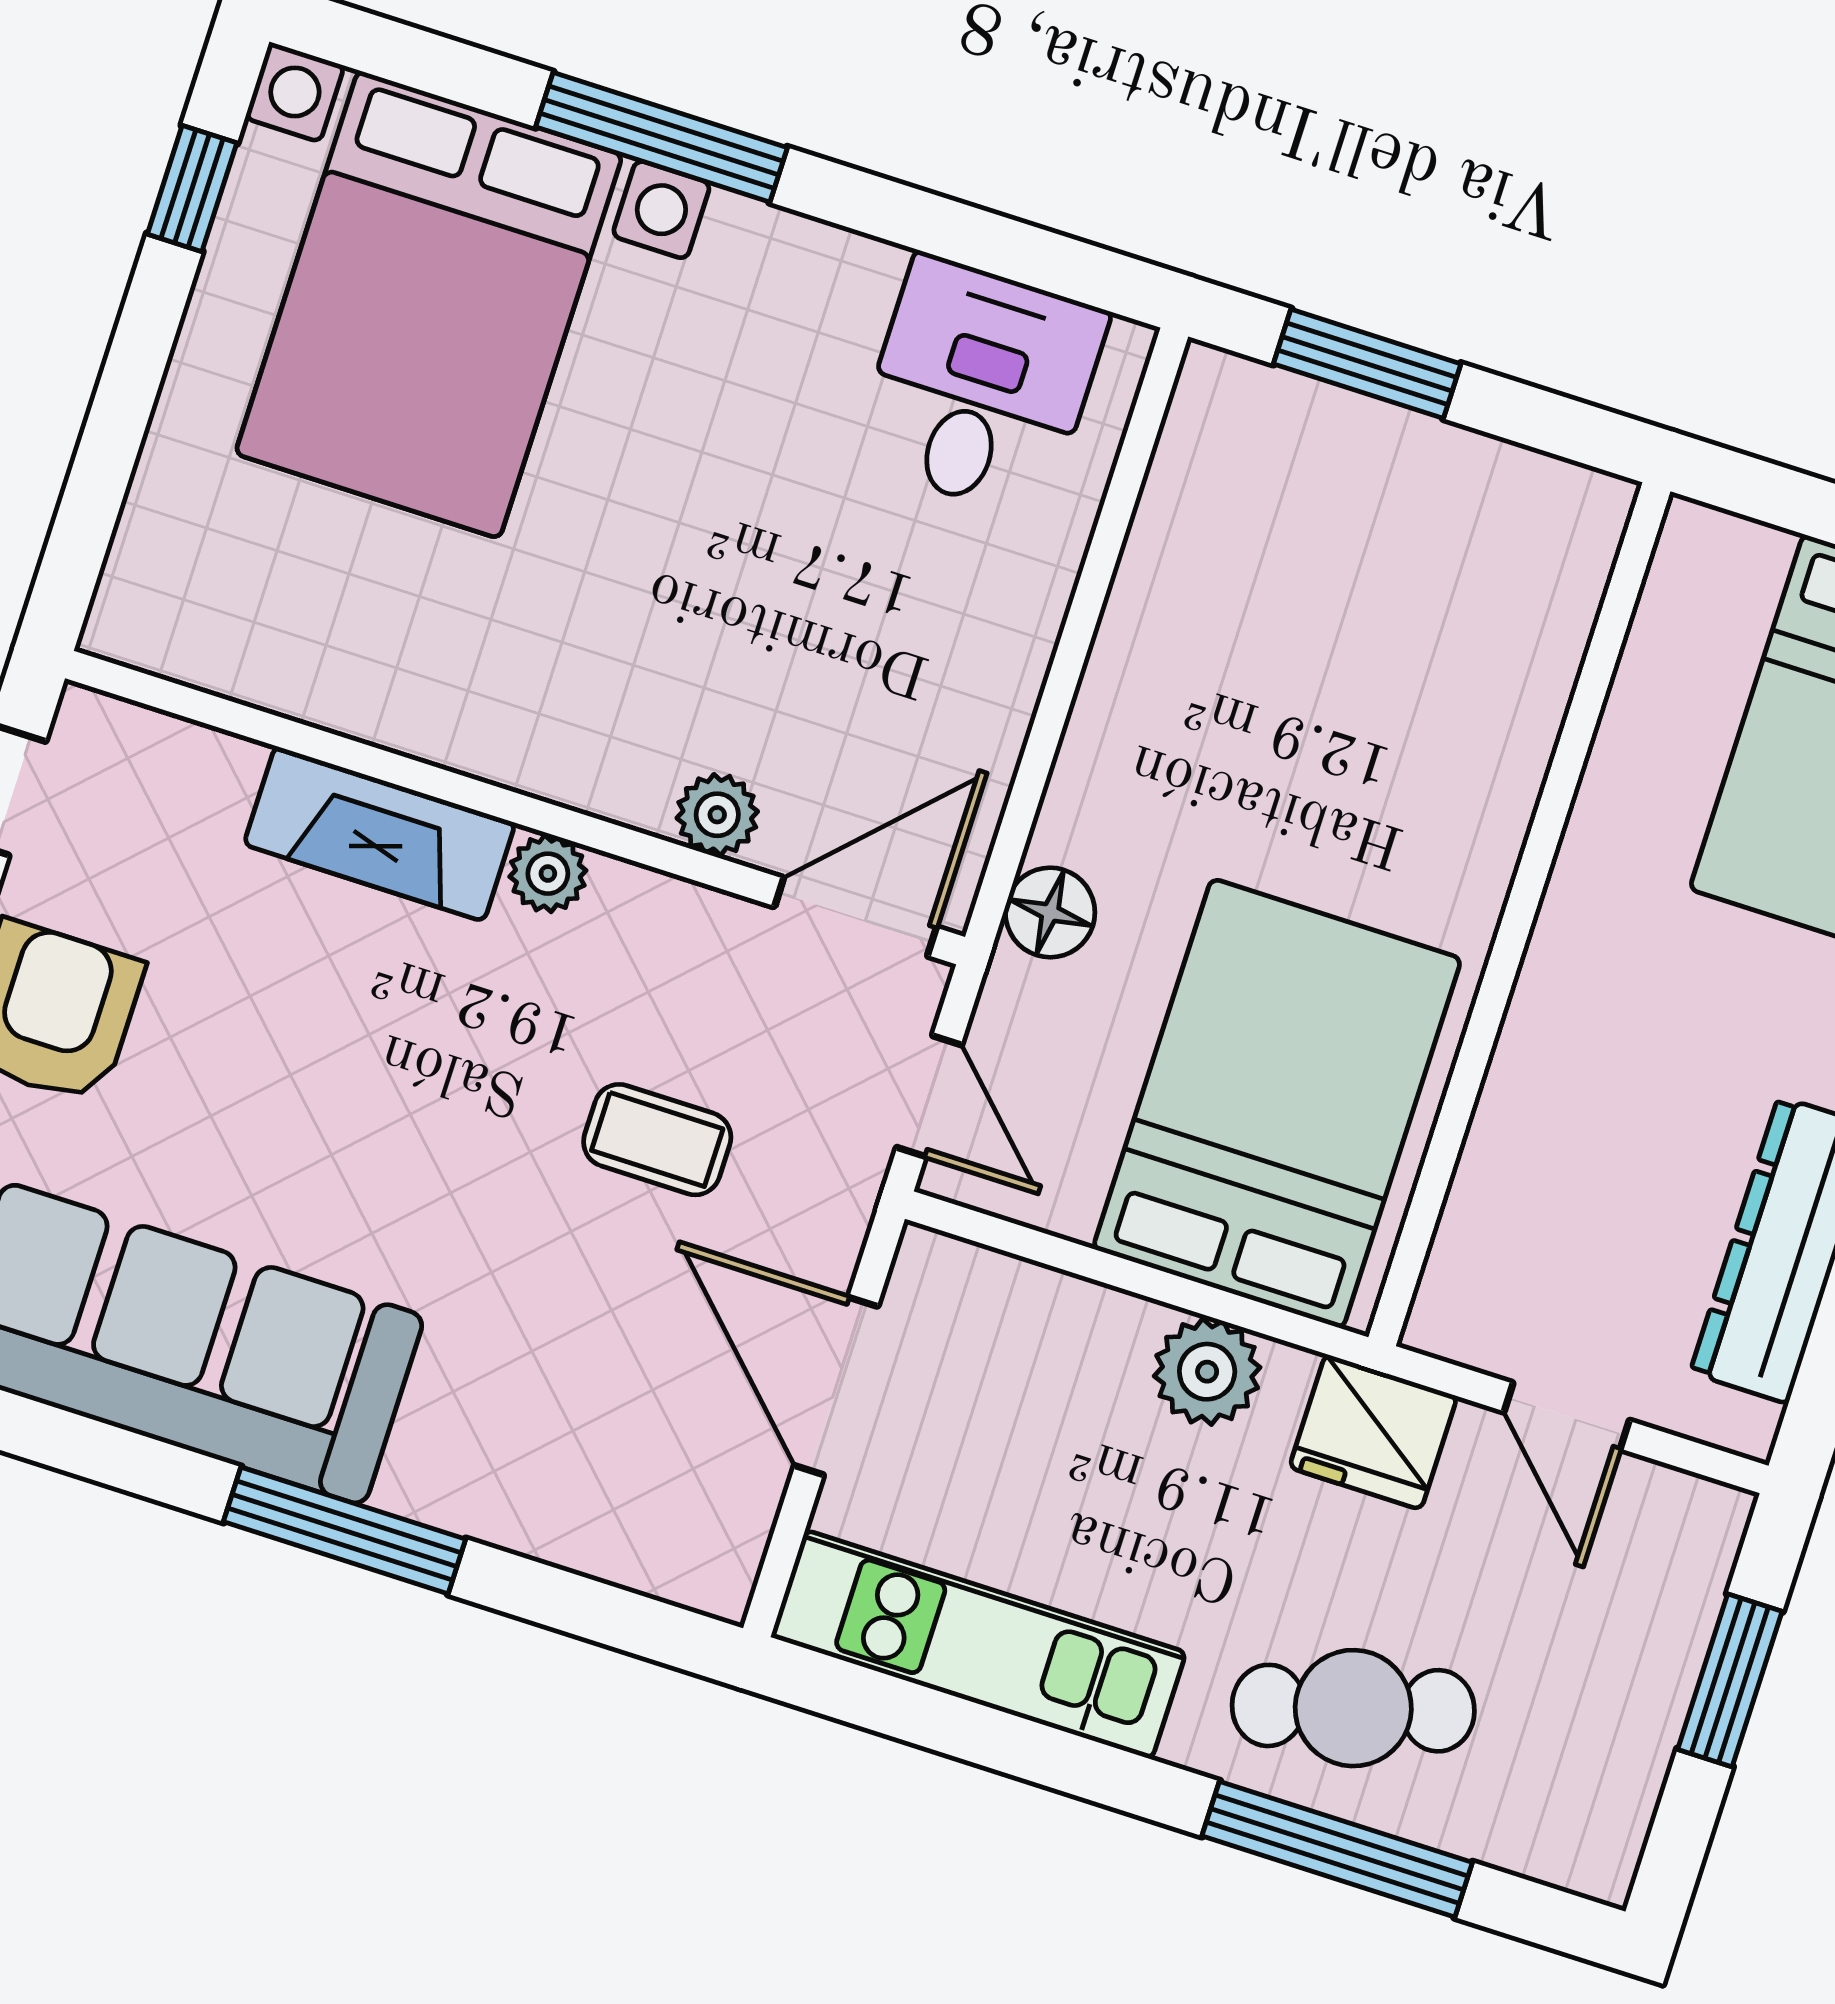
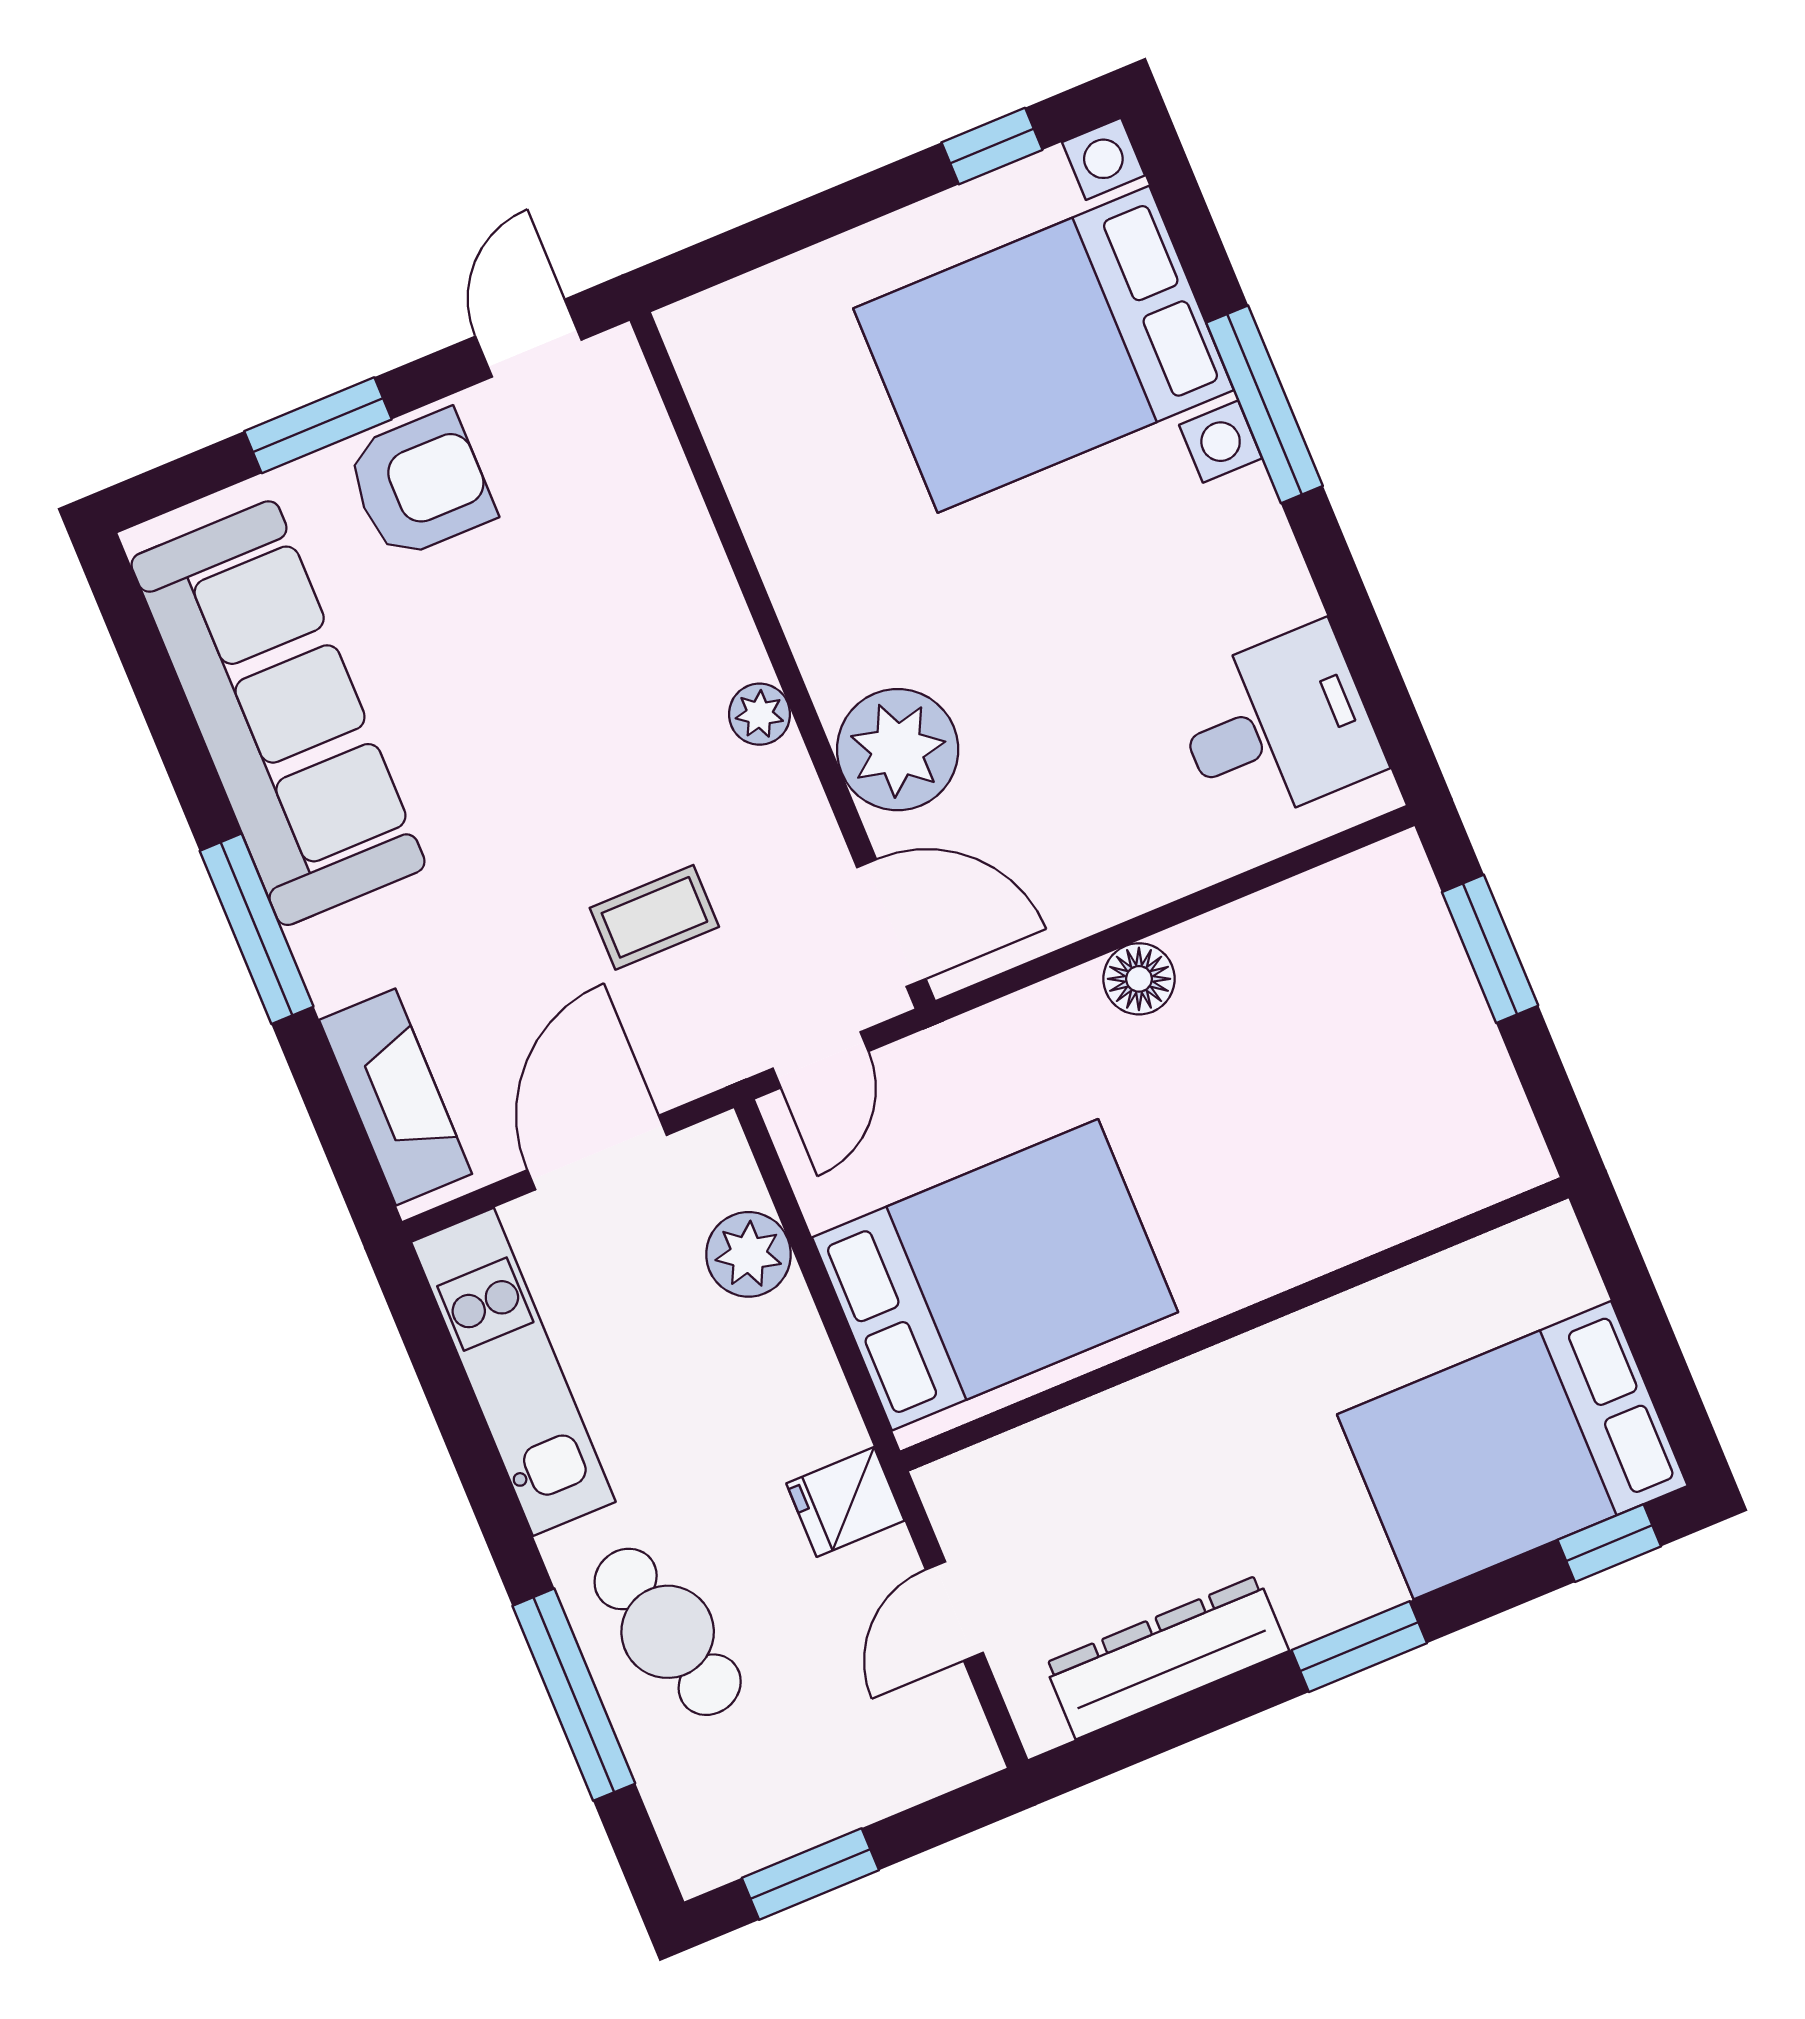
plant: (717, 815) -> (898, 750), width x1.87, depth x1.87
fireplace: (380, 834) -> (396, 1097), moved, turned 180
floor lamp: (1050, 912) -> (1139, 979), moved
coffee table: (657, 1140) -> (654, 917), turned 90
plant: (1207, 1372) -> (749, 1254), moved
fridge: (1373, 1432) -> (845, 1502), width x0.72
window: (1730, 1680) -> (810, 1874), moved

